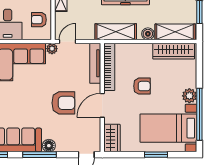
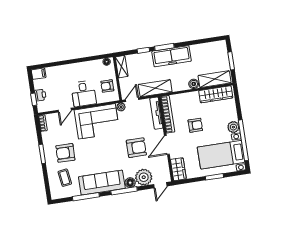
shelving: (116, 32) -> (155, 88), moved
plant: (67, 141) -> (144, 177), added

